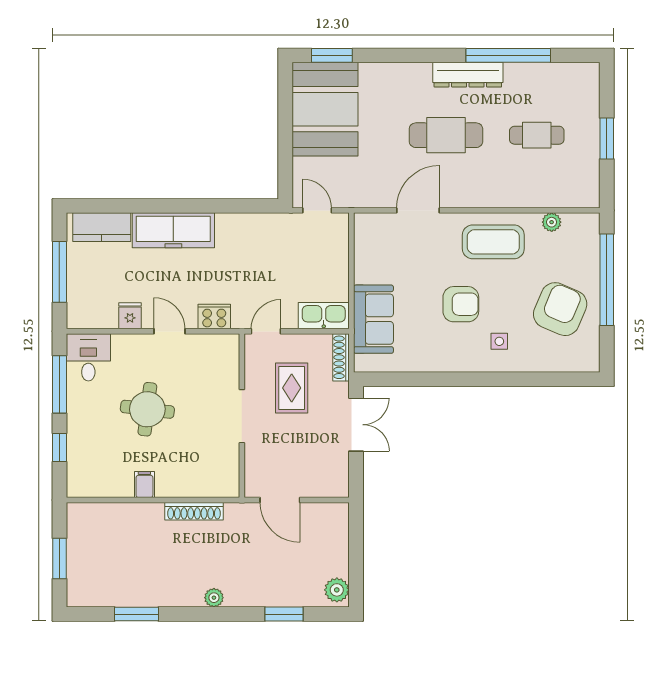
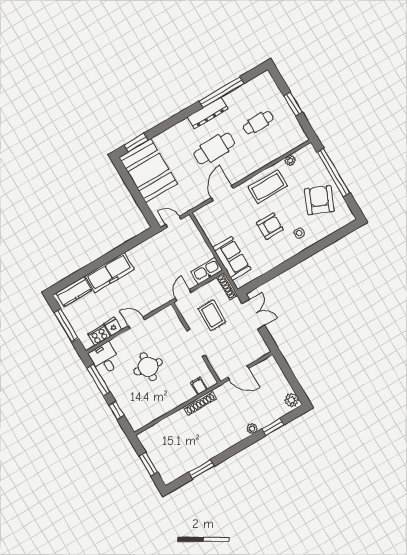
cooker: (214, 317) -> (99, 335), moved
filing cabinet: (144, 485) -> (199, 386), moved
plant: (214, 598) -> (252, 429), moved

